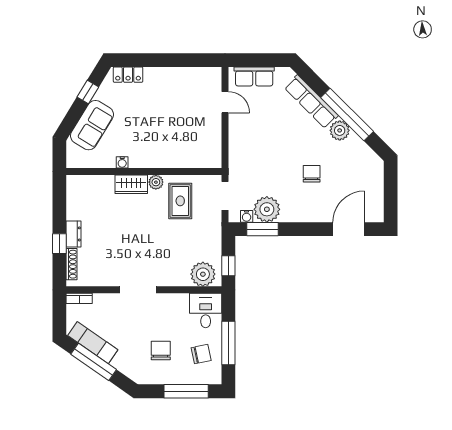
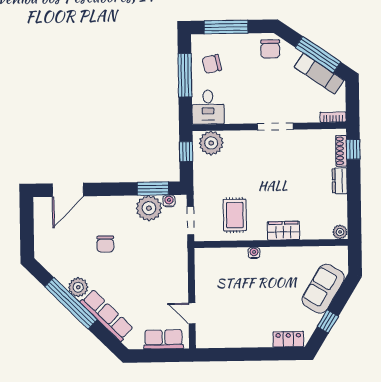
water cooler: (122, 162) -> (254, 253), moved
plant: (156, 182) -> (340, 232), moved
window: (59, 244) -> (353, 149), moved
chair: (161, 350) -> (270, 49), moved

